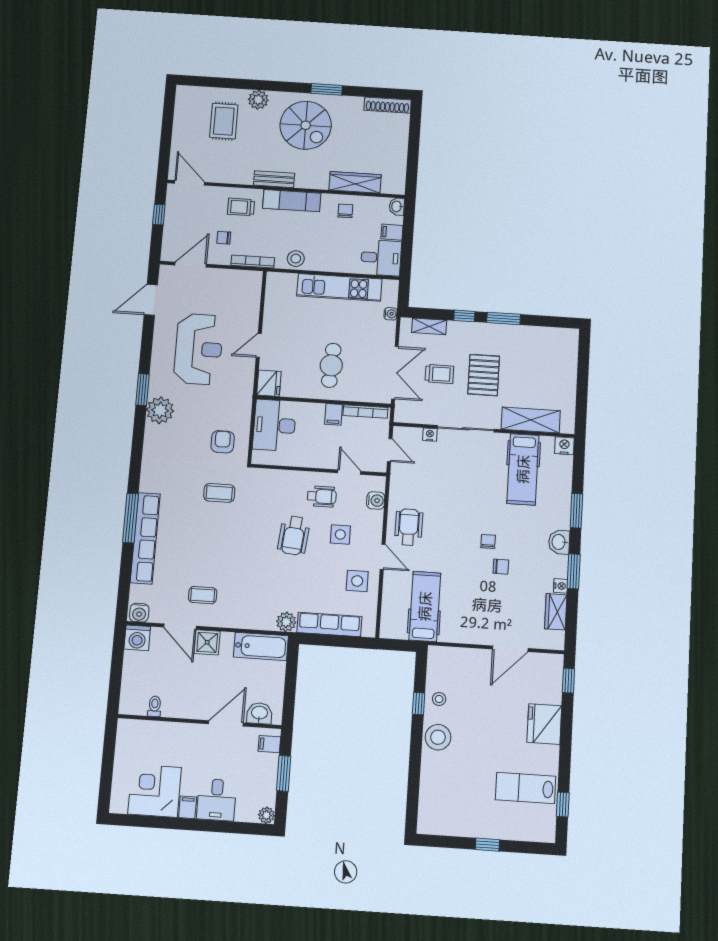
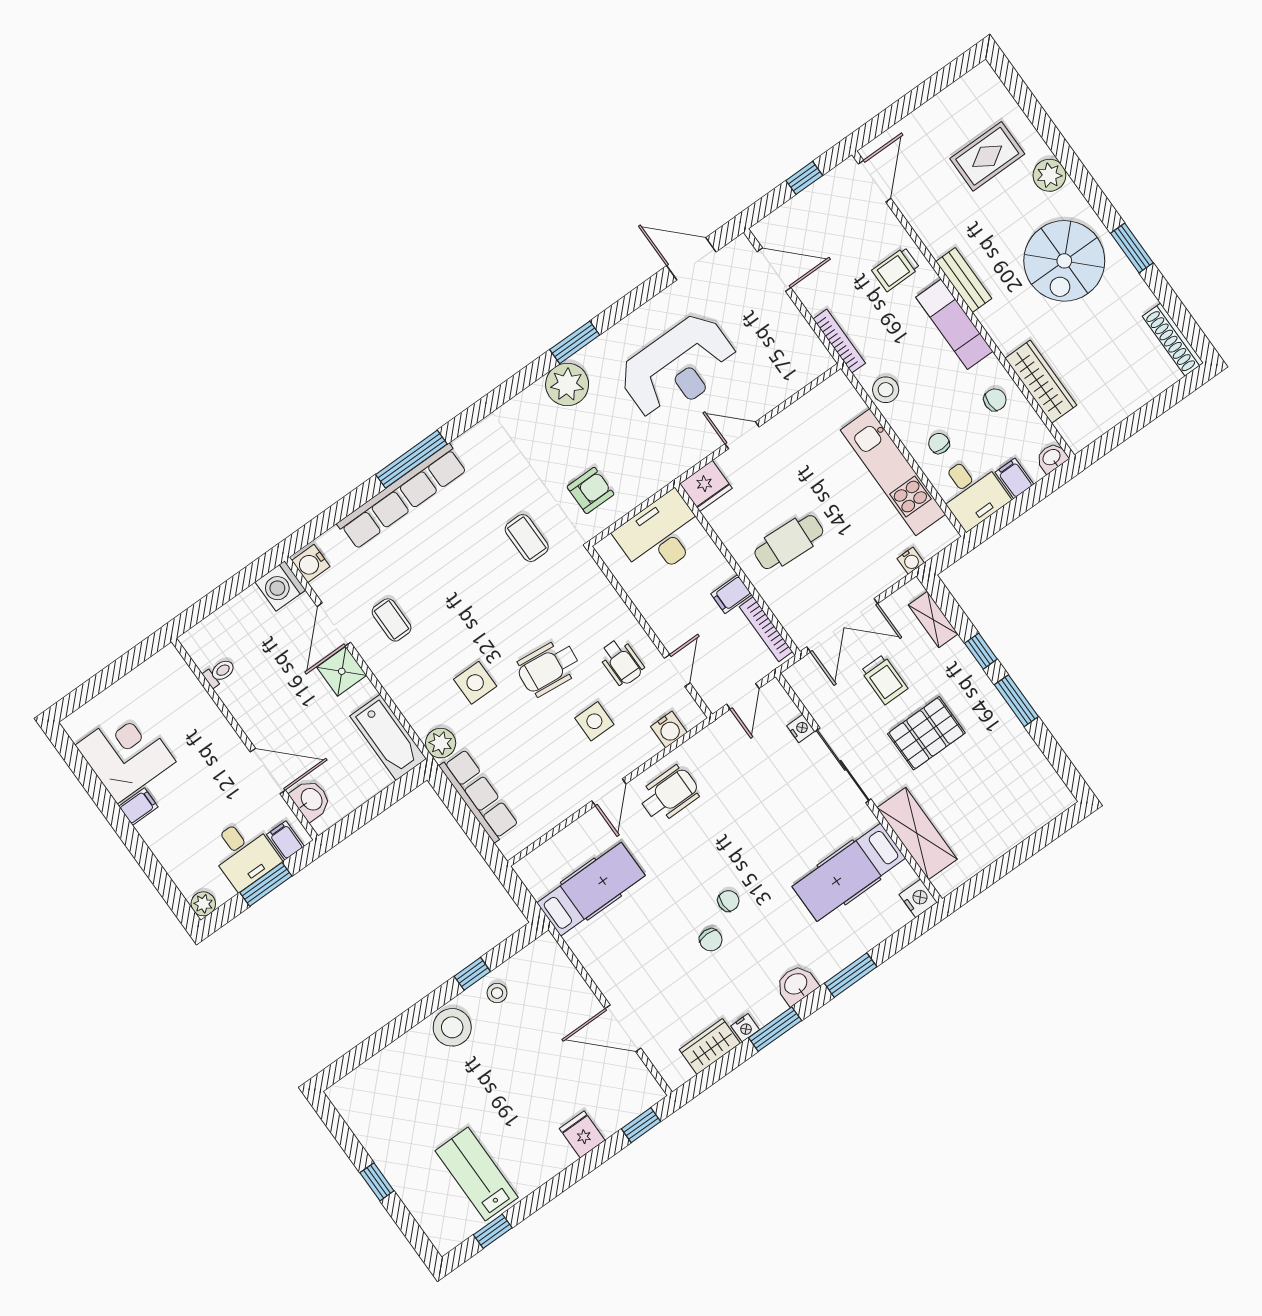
trolley: (241, 207) -> (896, 269), turned -90
chair: (224, 238) -> (939, 443), moved
side table: (357, 581) -> (475, 683), moved
fridge: (544, 724) -> (582, 1134), width x0.53, depth x0.75
desk: (216, 800) -> (244, 853), moved, turned -90

